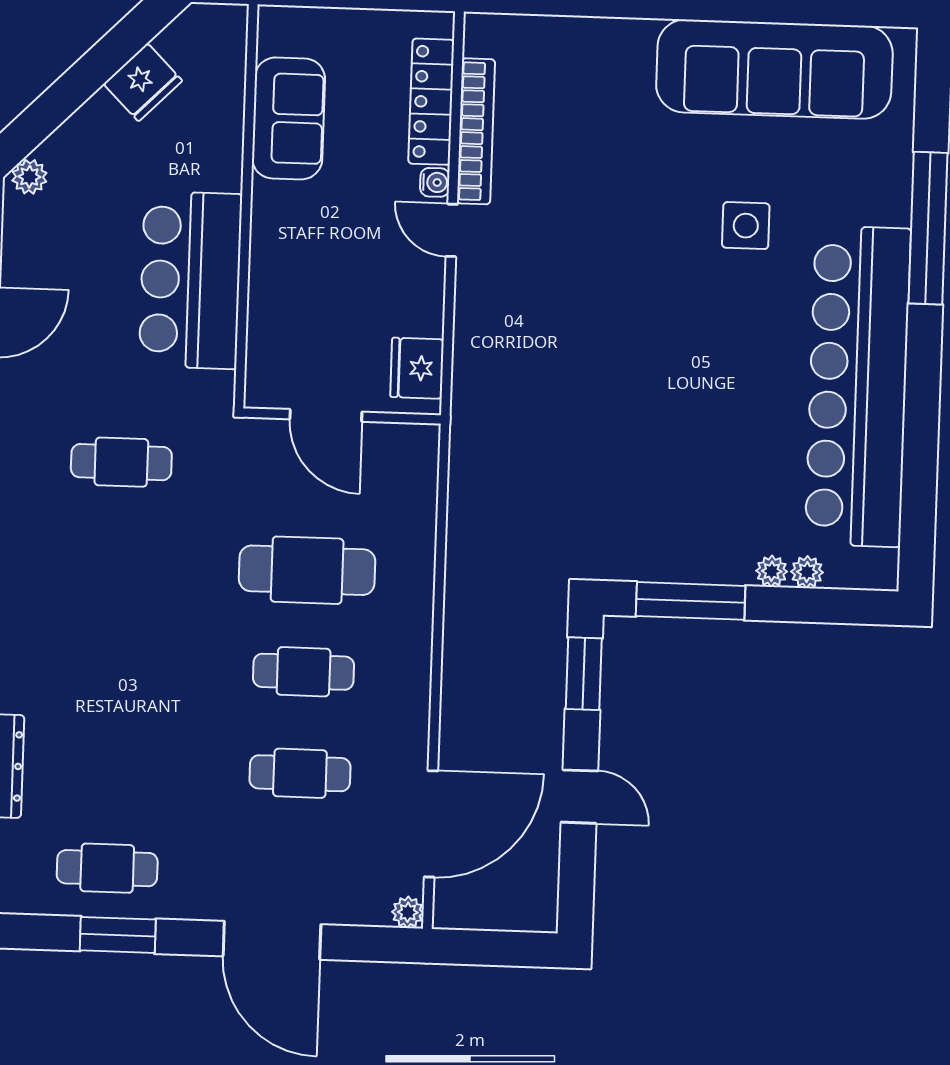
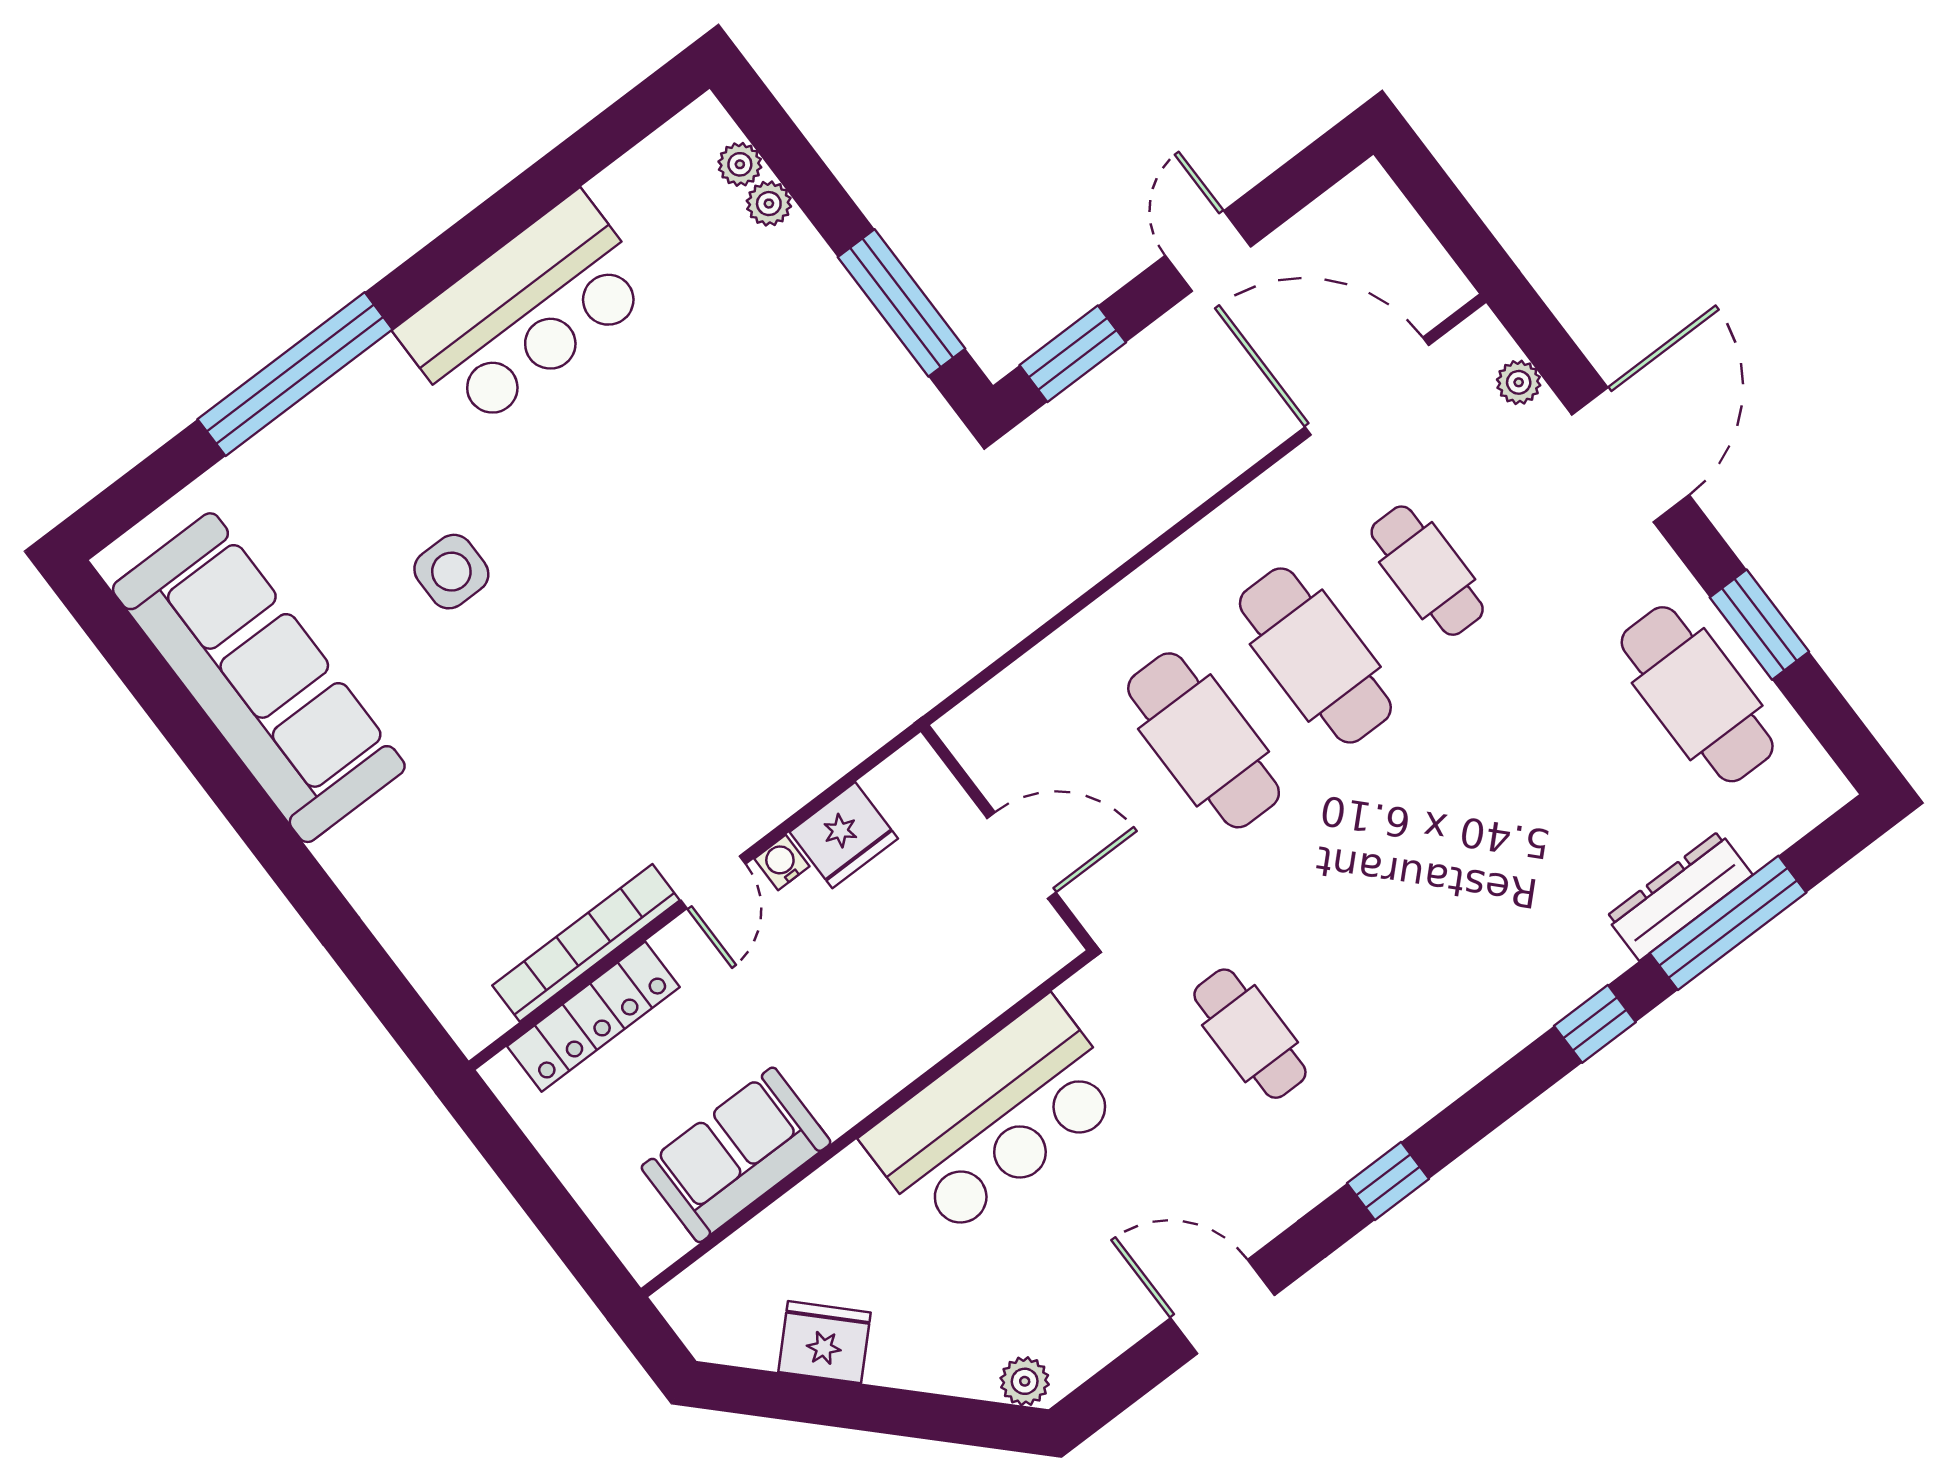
water cooler: (435, 182) -> (782, 862), moved
fridge: (417, 368) -> (844, 835), moved
bar counter: (858, 386) -> (526, 311), width x0.54
door: (326, 415) -> (1021, 855), hinge flipped
plant: (772, 571) -> (740, 164), moved
cafe table: (304, 672) -> (1315, 656), width x1.37, depth x1.35
cafe table: (107, 868) -> (1697, 694), width x1.37, depth x1.35
plant: (408, 912) -> (1519, 382), moved

